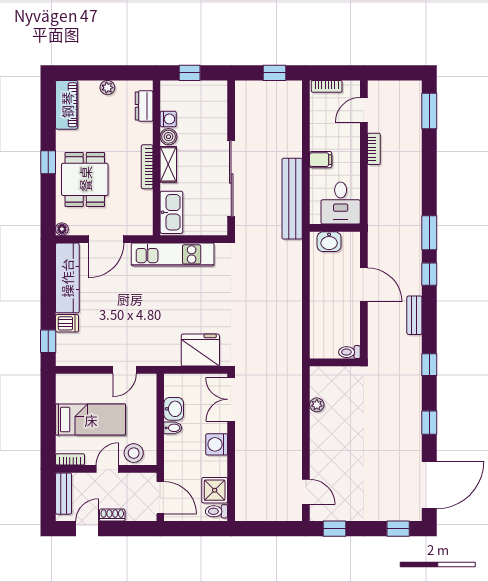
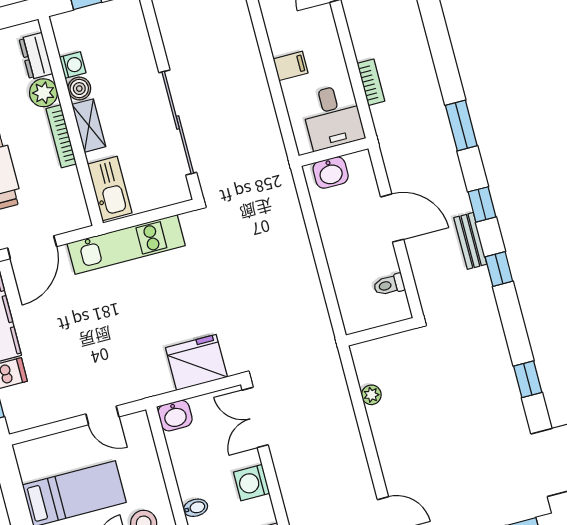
plant: (143, 133) -> (43, 93), added
bookcase: (374, 149) -> (371, 82), moved
bench: (292, 199) -> (266, 128), removed
window: (429, 274) -> (482, 204), moved
toilet: (349, 352) -> (389, 285), moved
window: (429, 365) -> (499, 269), moved
door: (125, 370) -> (102, 415), hinge flipped
washbasin: (174, 409) -> (175, 416), moved, turned 90
bidet: (173, 428) -> (195, 508), moved

